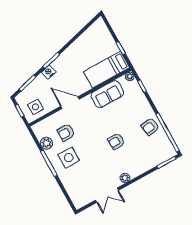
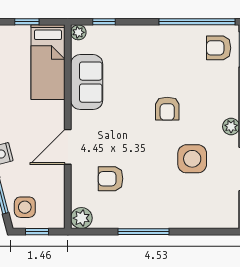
side table: (35, 107) -> (25, 207), moved
armchair: (150, 127) -> (219, 48), moved, turned 99
armchair: (66, 133) -> (111, 179), turned 90
plant: (46, 143) -> (81, 218), moved
side table: (69, 158) -> (192, 159), moved

